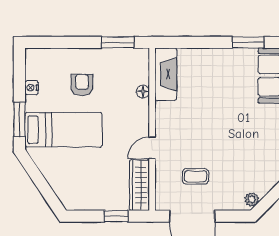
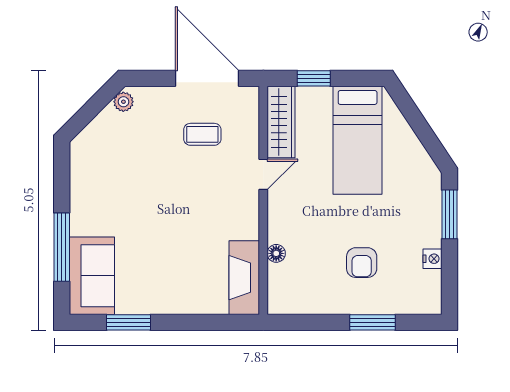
window: (118, 42) -> (373, 322), moved
bed: (63, 130) -> (358, 140), moved, turned -90

